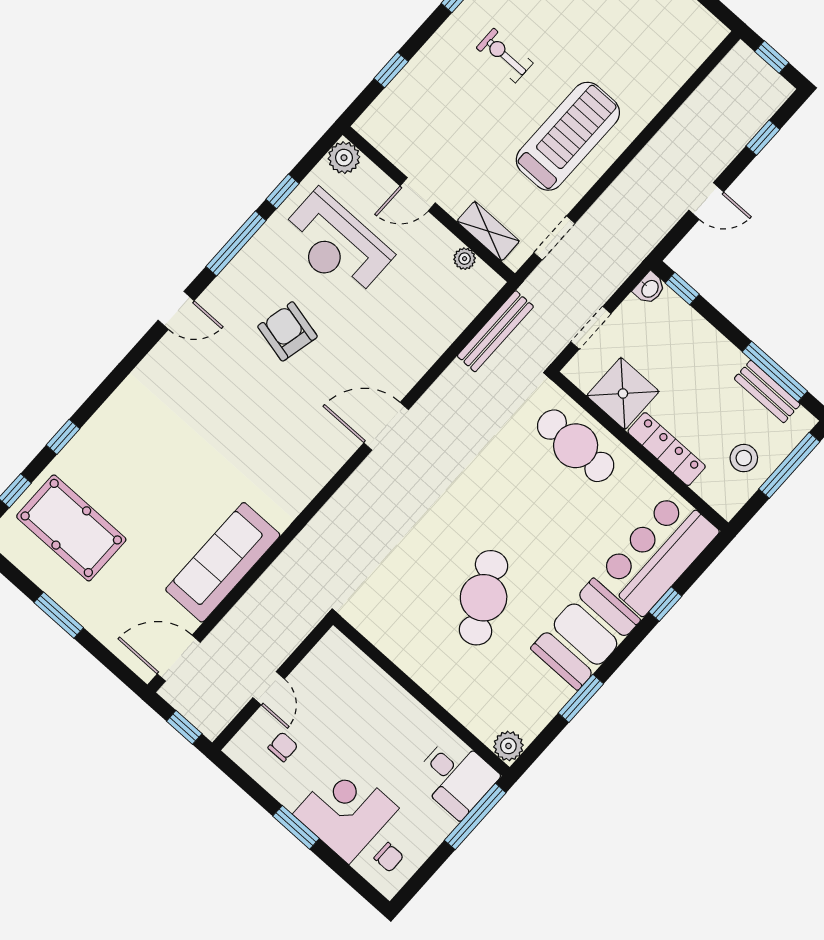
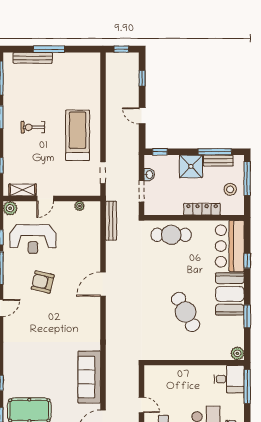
door: (706, 201) -> (142, 116), swing flipped
shelving: (488, 231) -> (23, 190), moved
washbasin: (650, 288) -> (149, 175), moved
shower: (623, 393) -> (191, 166), moved

